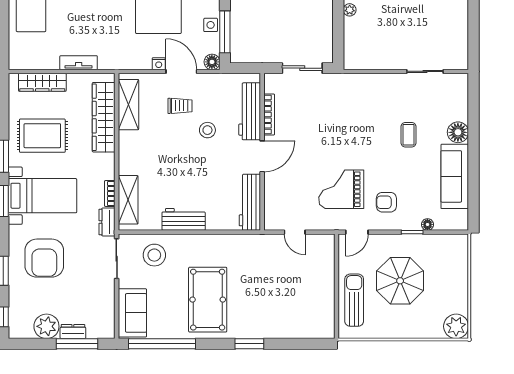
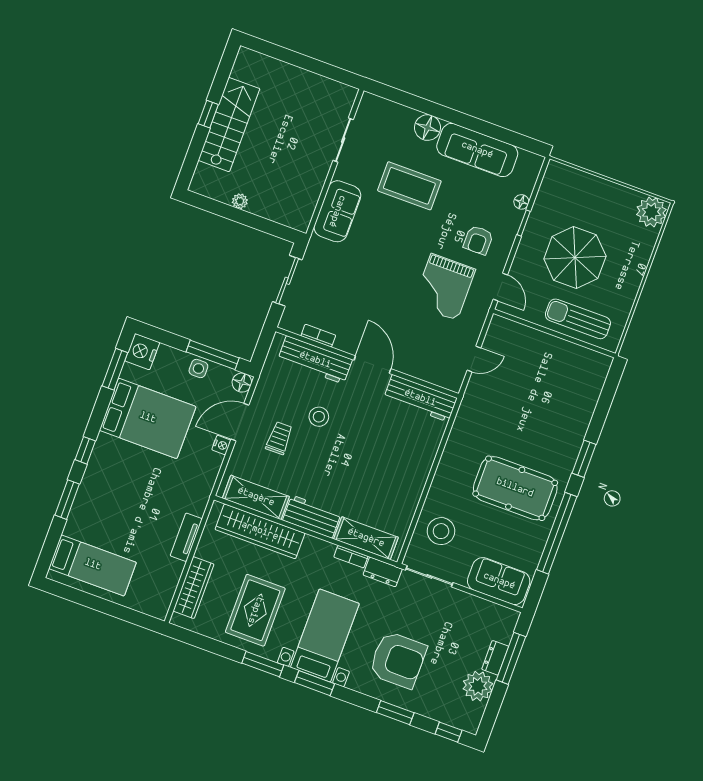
sofa: (369, 87) -> (337, 211), added
bookcase: (269, 115) -> (318, 336), width x0.64
coffee table: (409, 135) -> (409, 186), width x1.86, depth x1.72
workbench: (184, 219) -> (312, 517), moved, turned 90
window: (162, 344) -> (557, 533), moved

